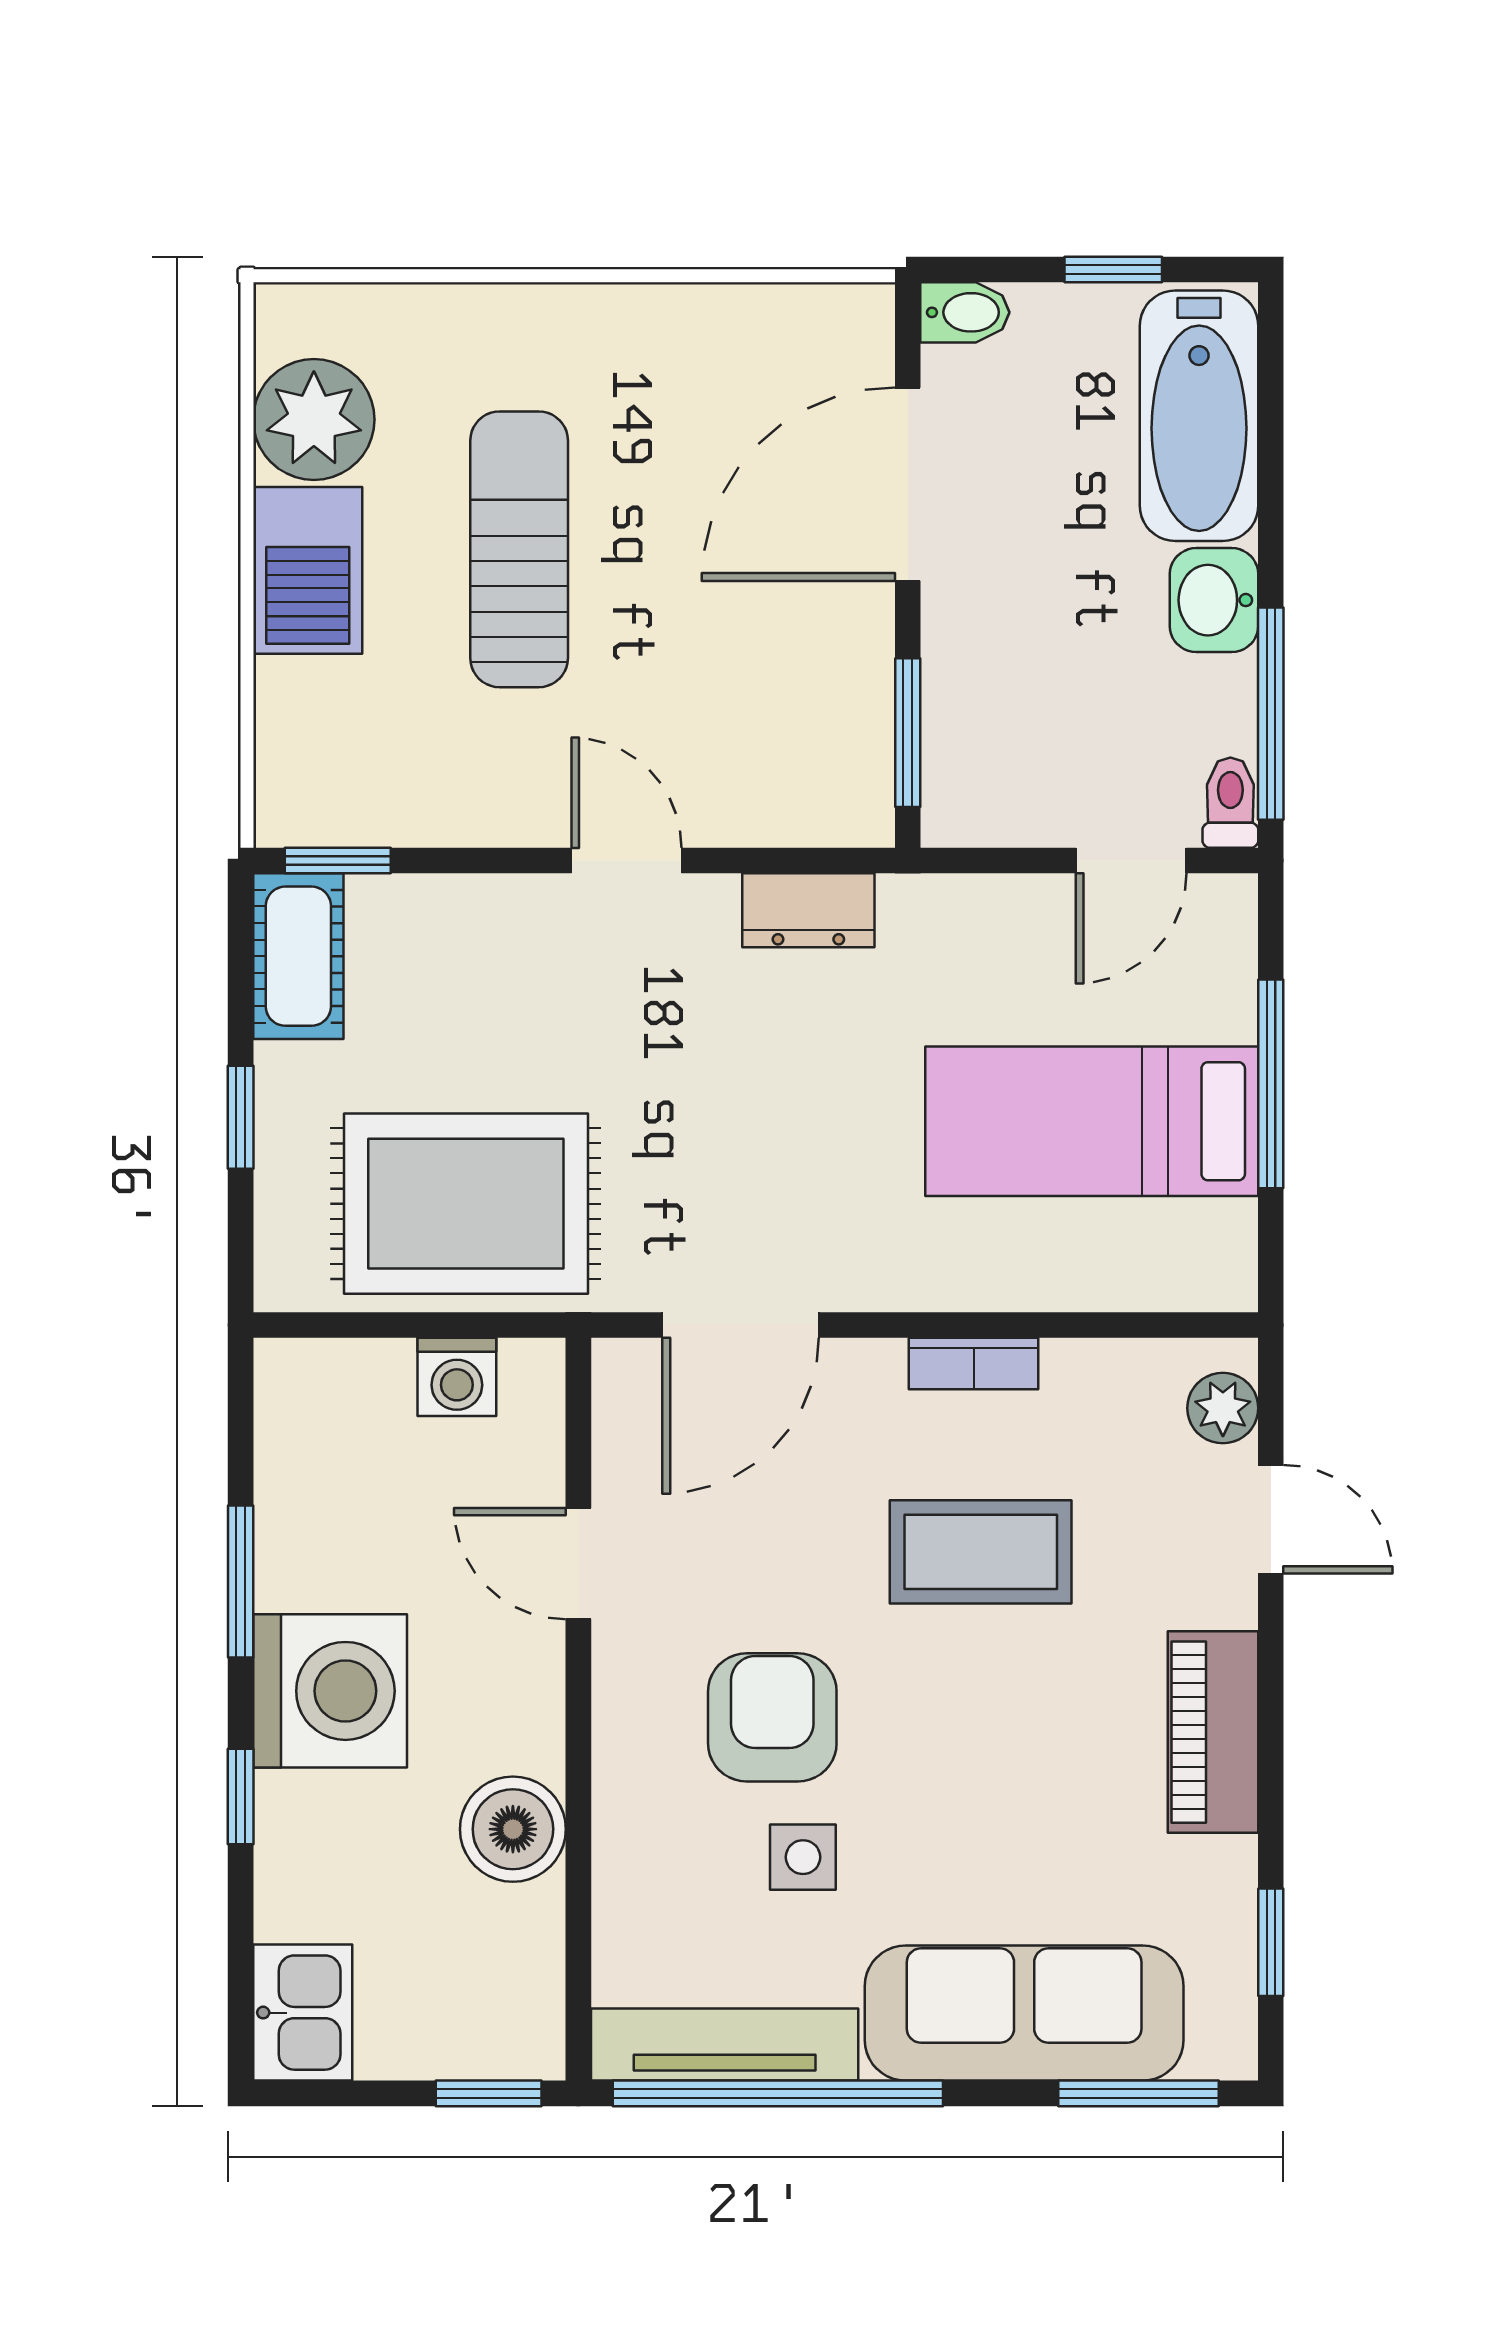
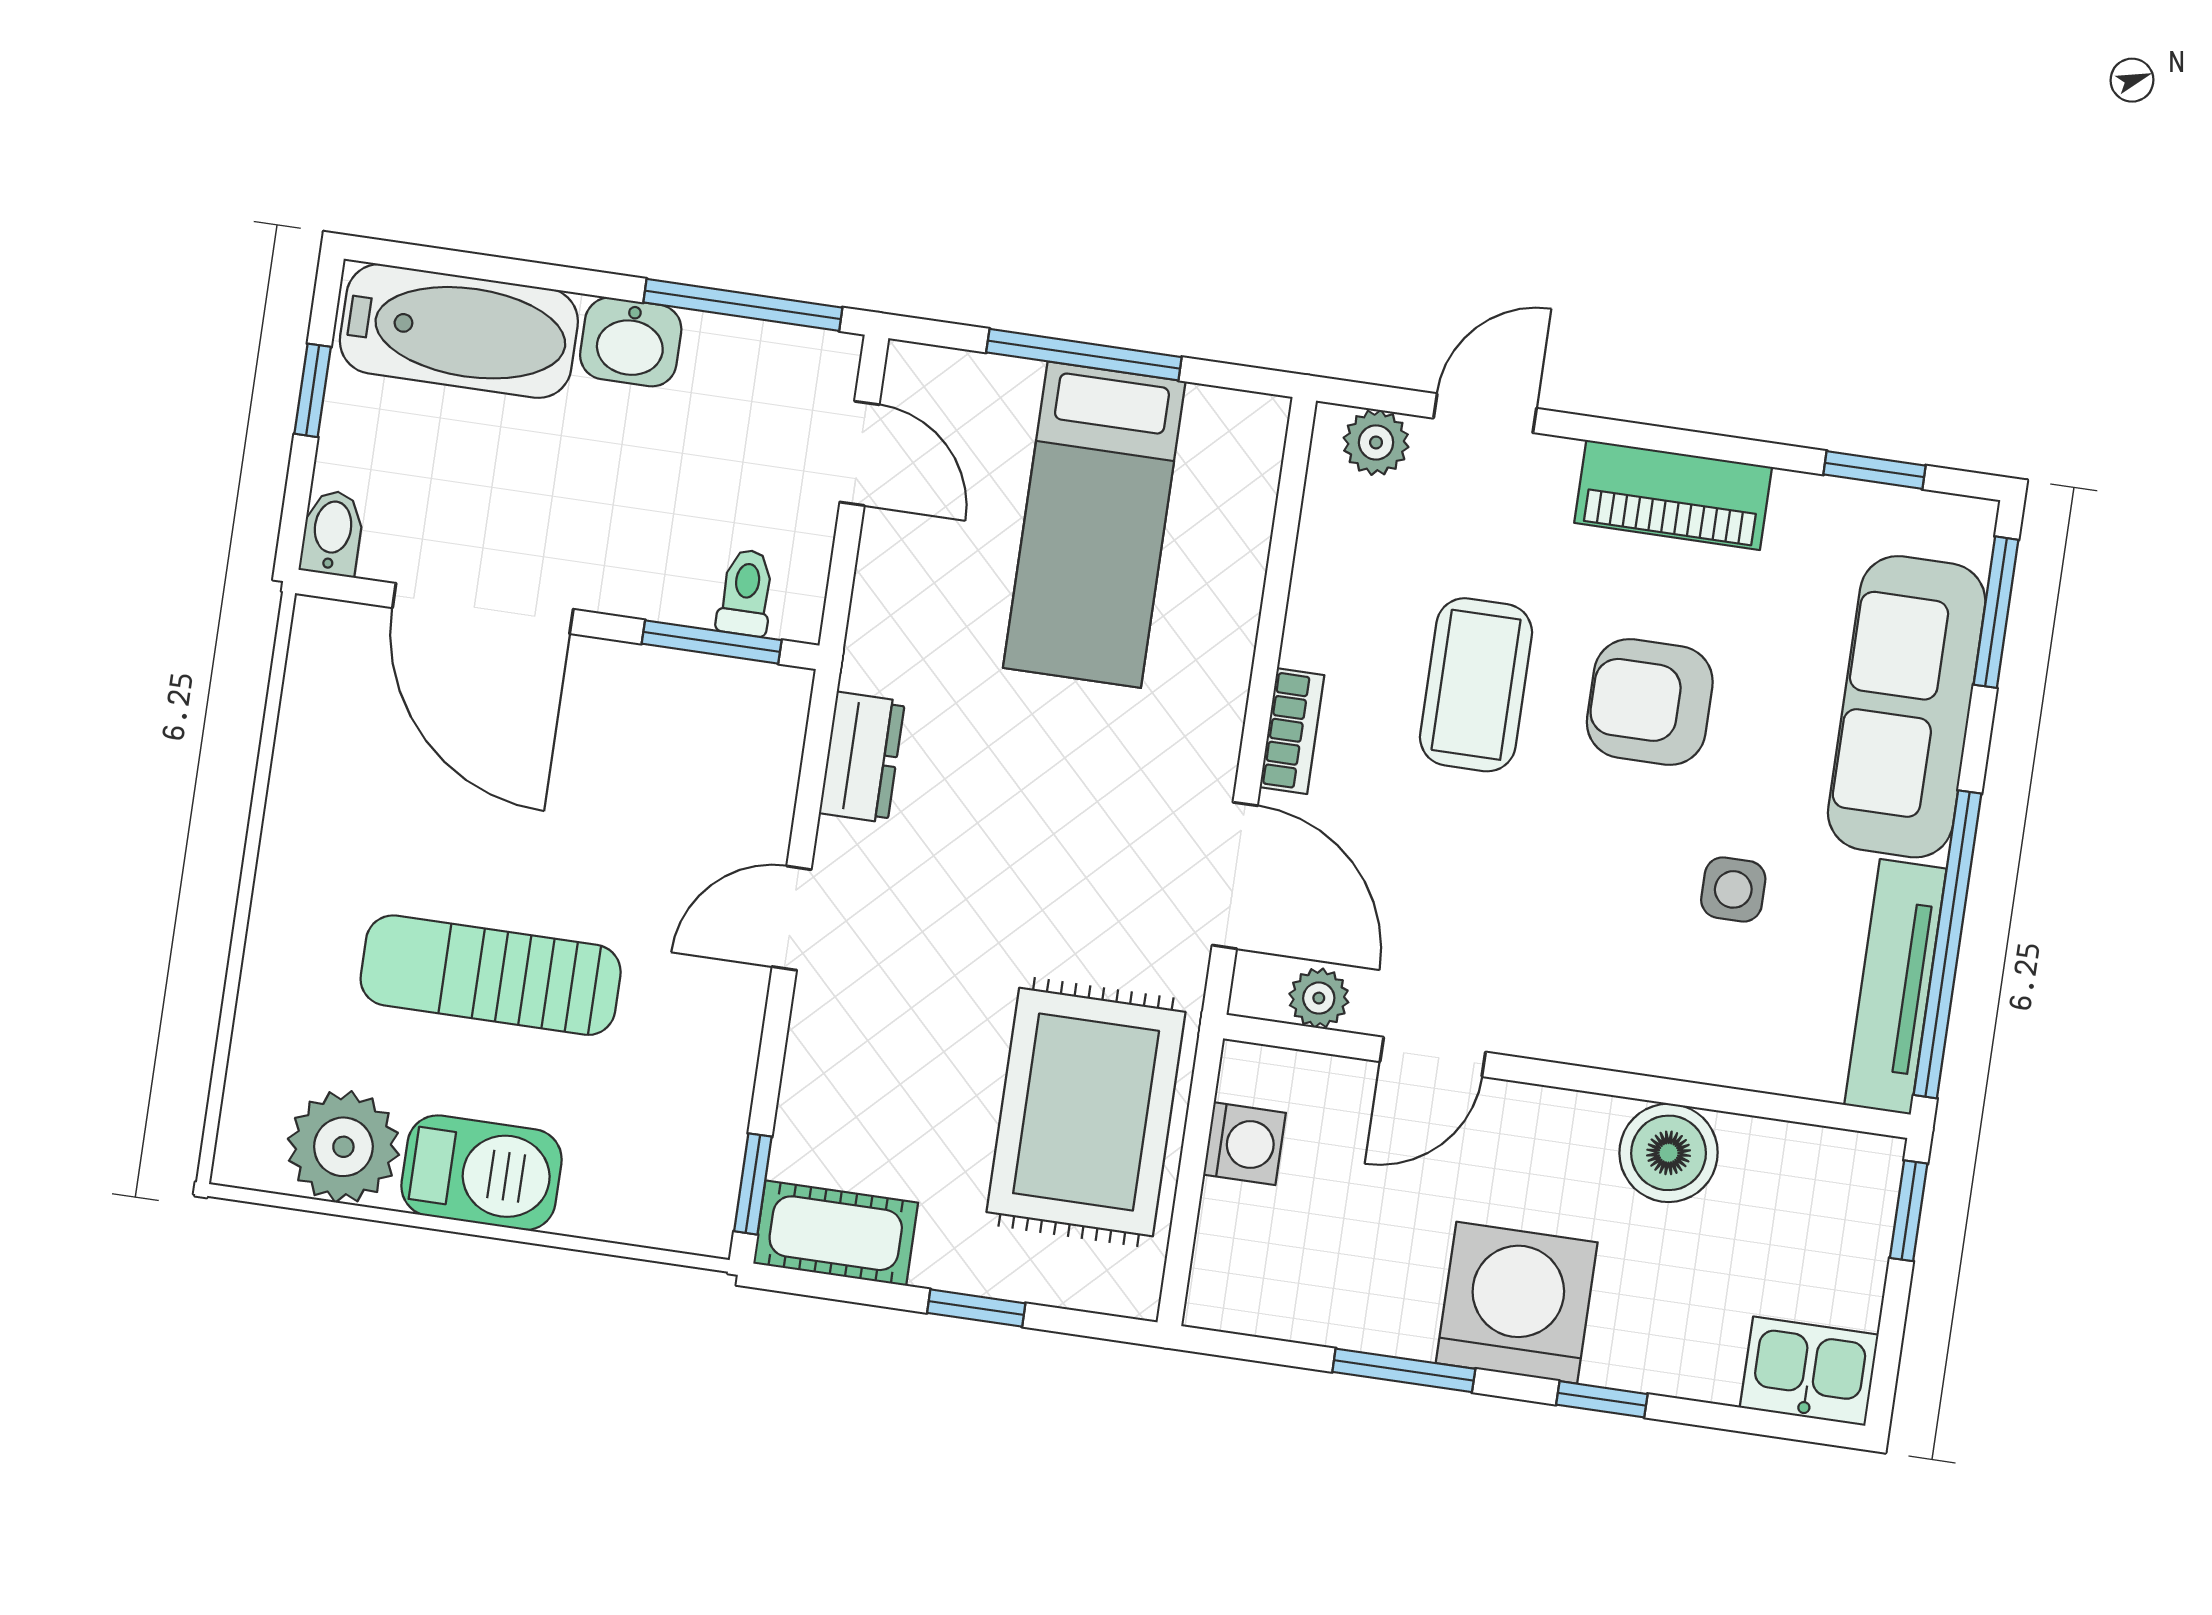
toilet: (1230, 803) -> (746, 592), moved, turned 90
bookcase: (974, 1363) -> (1292, 731), moved
plant: (623, 1433) -> (1319, 998), added
armchair: (772, 1717) -> (1650, 702), moved

